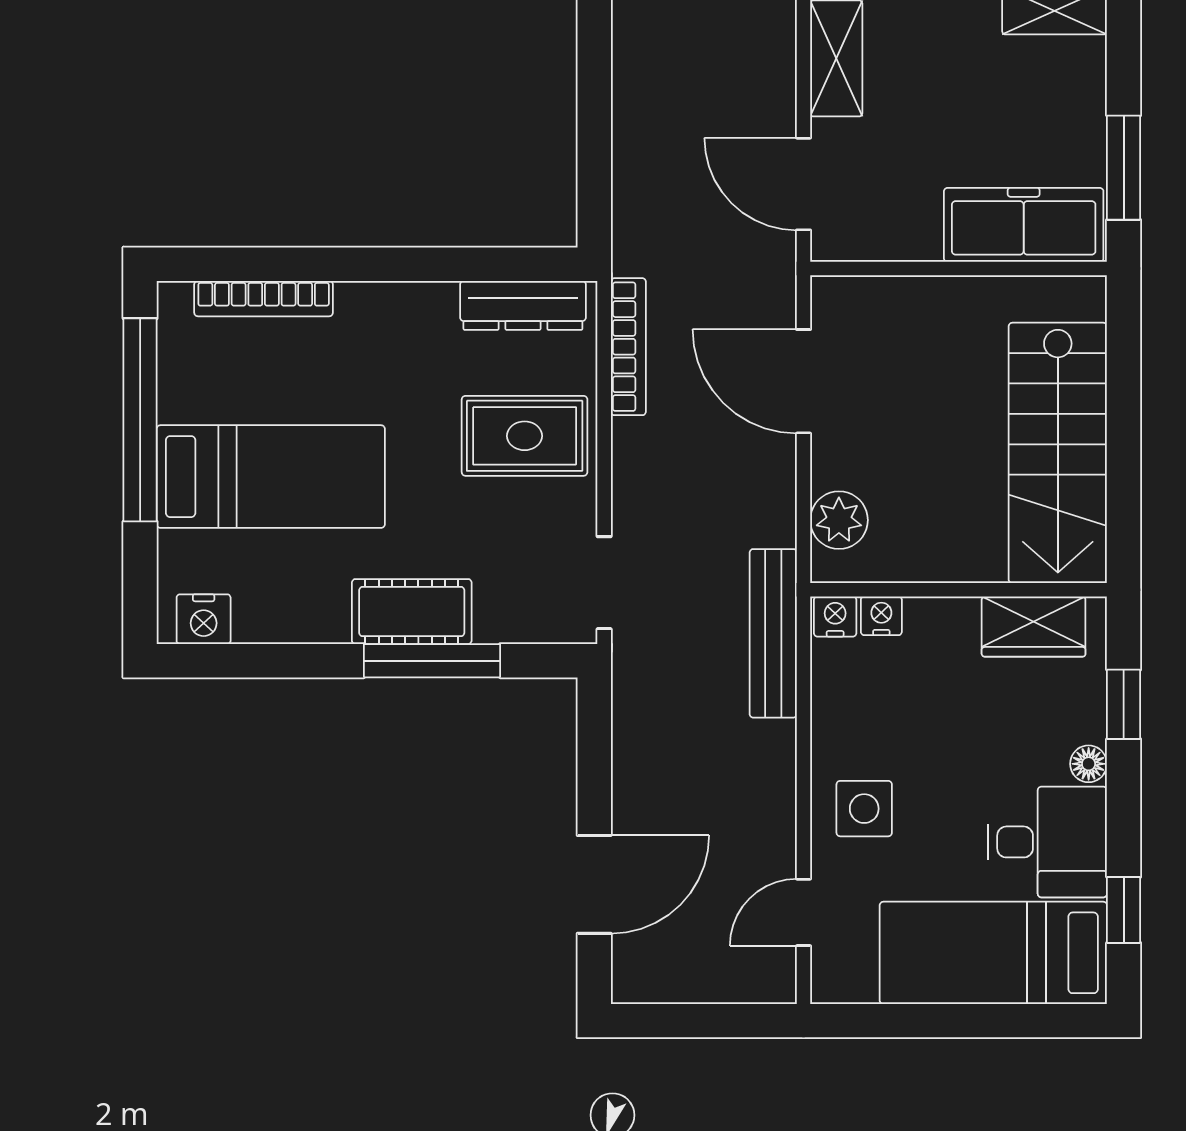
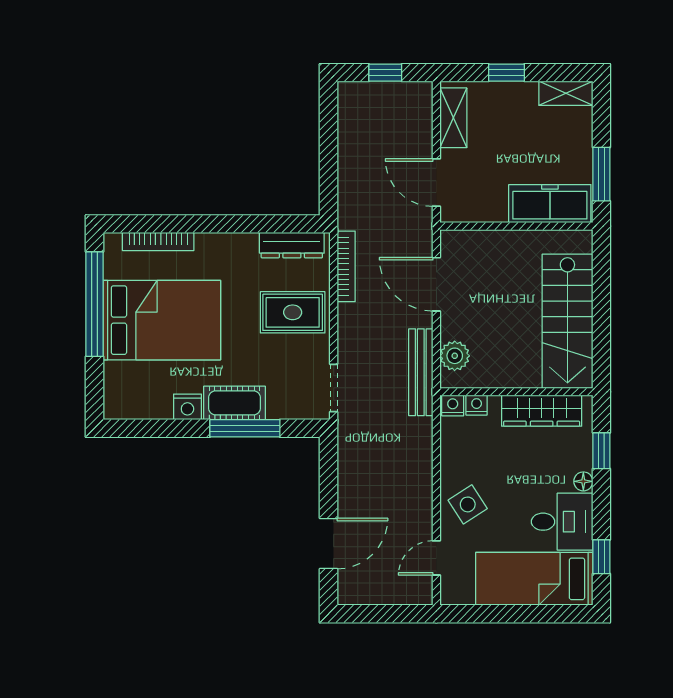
bed: (271, 477) -> (162, 320), width x1.50
nightstand: (204, 619) -> (187, 407), moved
wardrobe: (1034, 627) -> (542, 411), width x1.50
bench: (773, 633) -> (421, 372), moved
side table: (864, 809) -> (468, 504), turned -33

